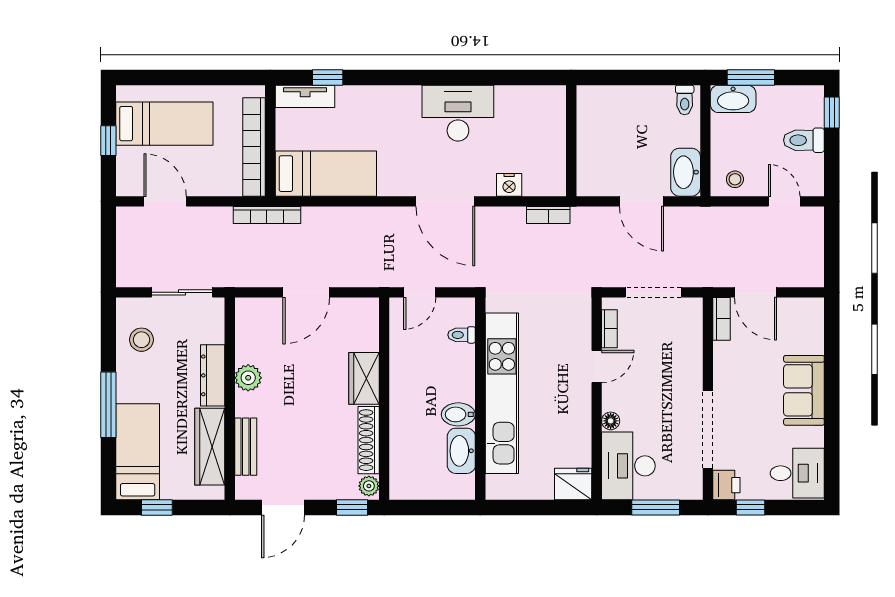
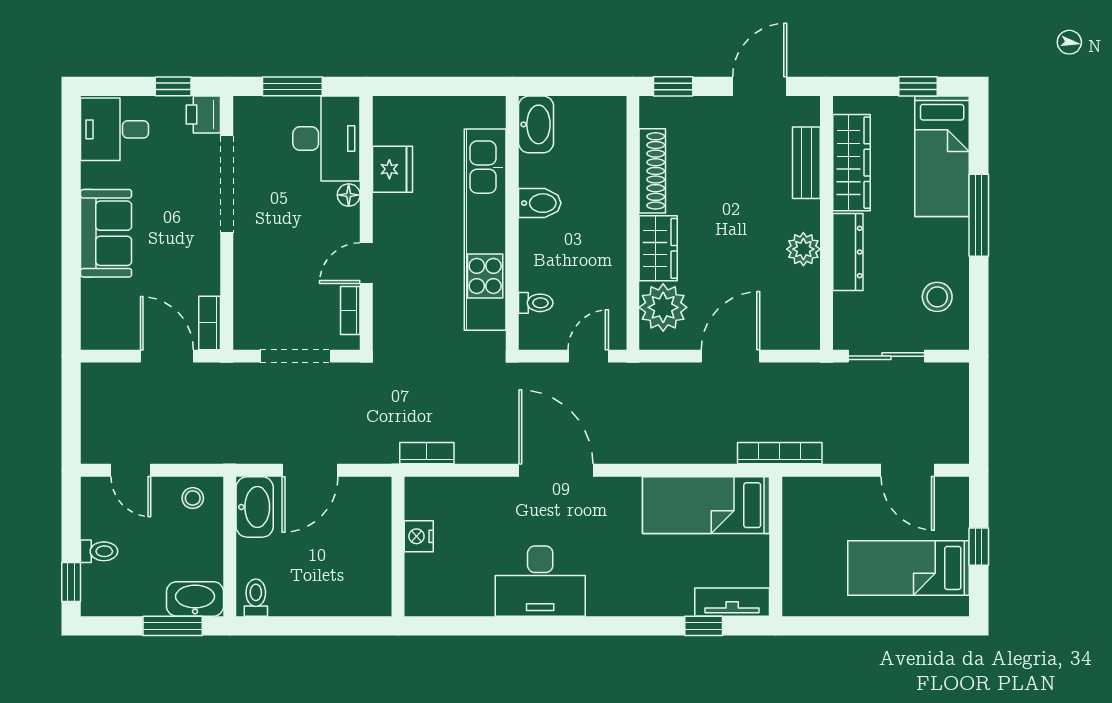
toilet: (804, 140) -> (99, 551), width x0.73, depth x0.72
bookcase: (254, 147) -> (796, 539), removed
nightstand: (509, 185) -> (419, 536), moved, turned -90
door: (641, 201) -> (310, 470), swing flipped
washbasin: (461, 451) -> (536, 124), moved
fridge: (573, 484) -> (393, 169), moved, turned -90
plant: (369, 486) -> (663, 307), moved, width x1.87, depth x1.87

